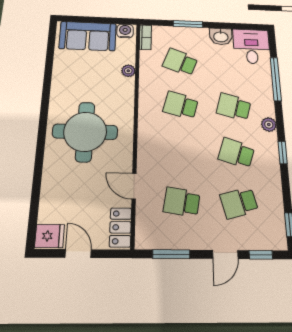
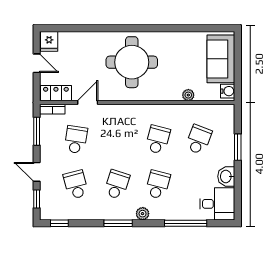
bookcase: (145, 37) -> (52, 109), moved
window: (283, 152) -> (118, 223), width x1.50
door: (78, 254) -> (37, 63), hinge flipped

